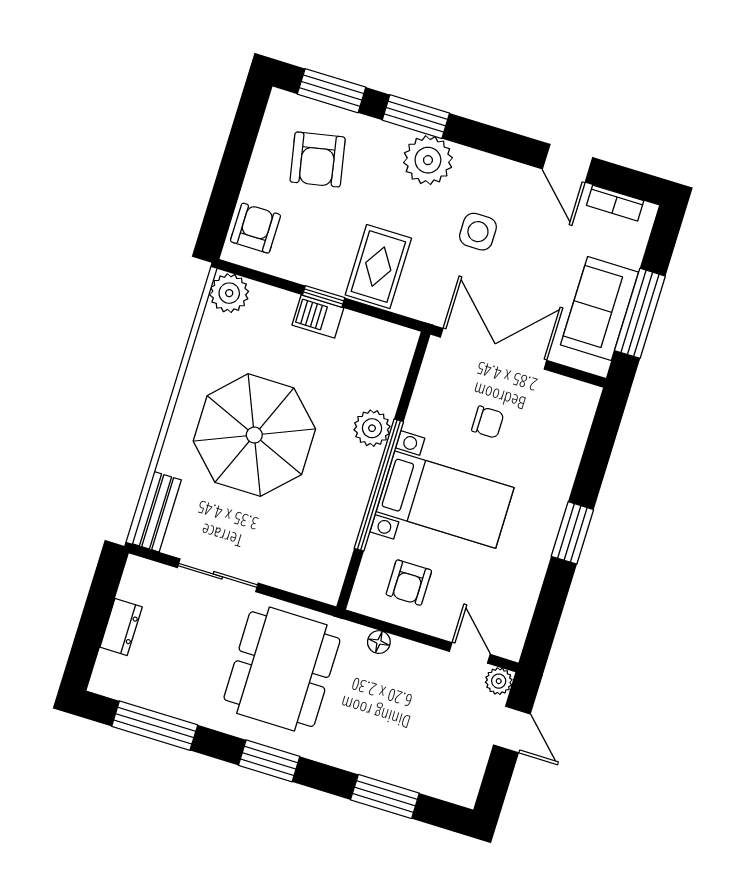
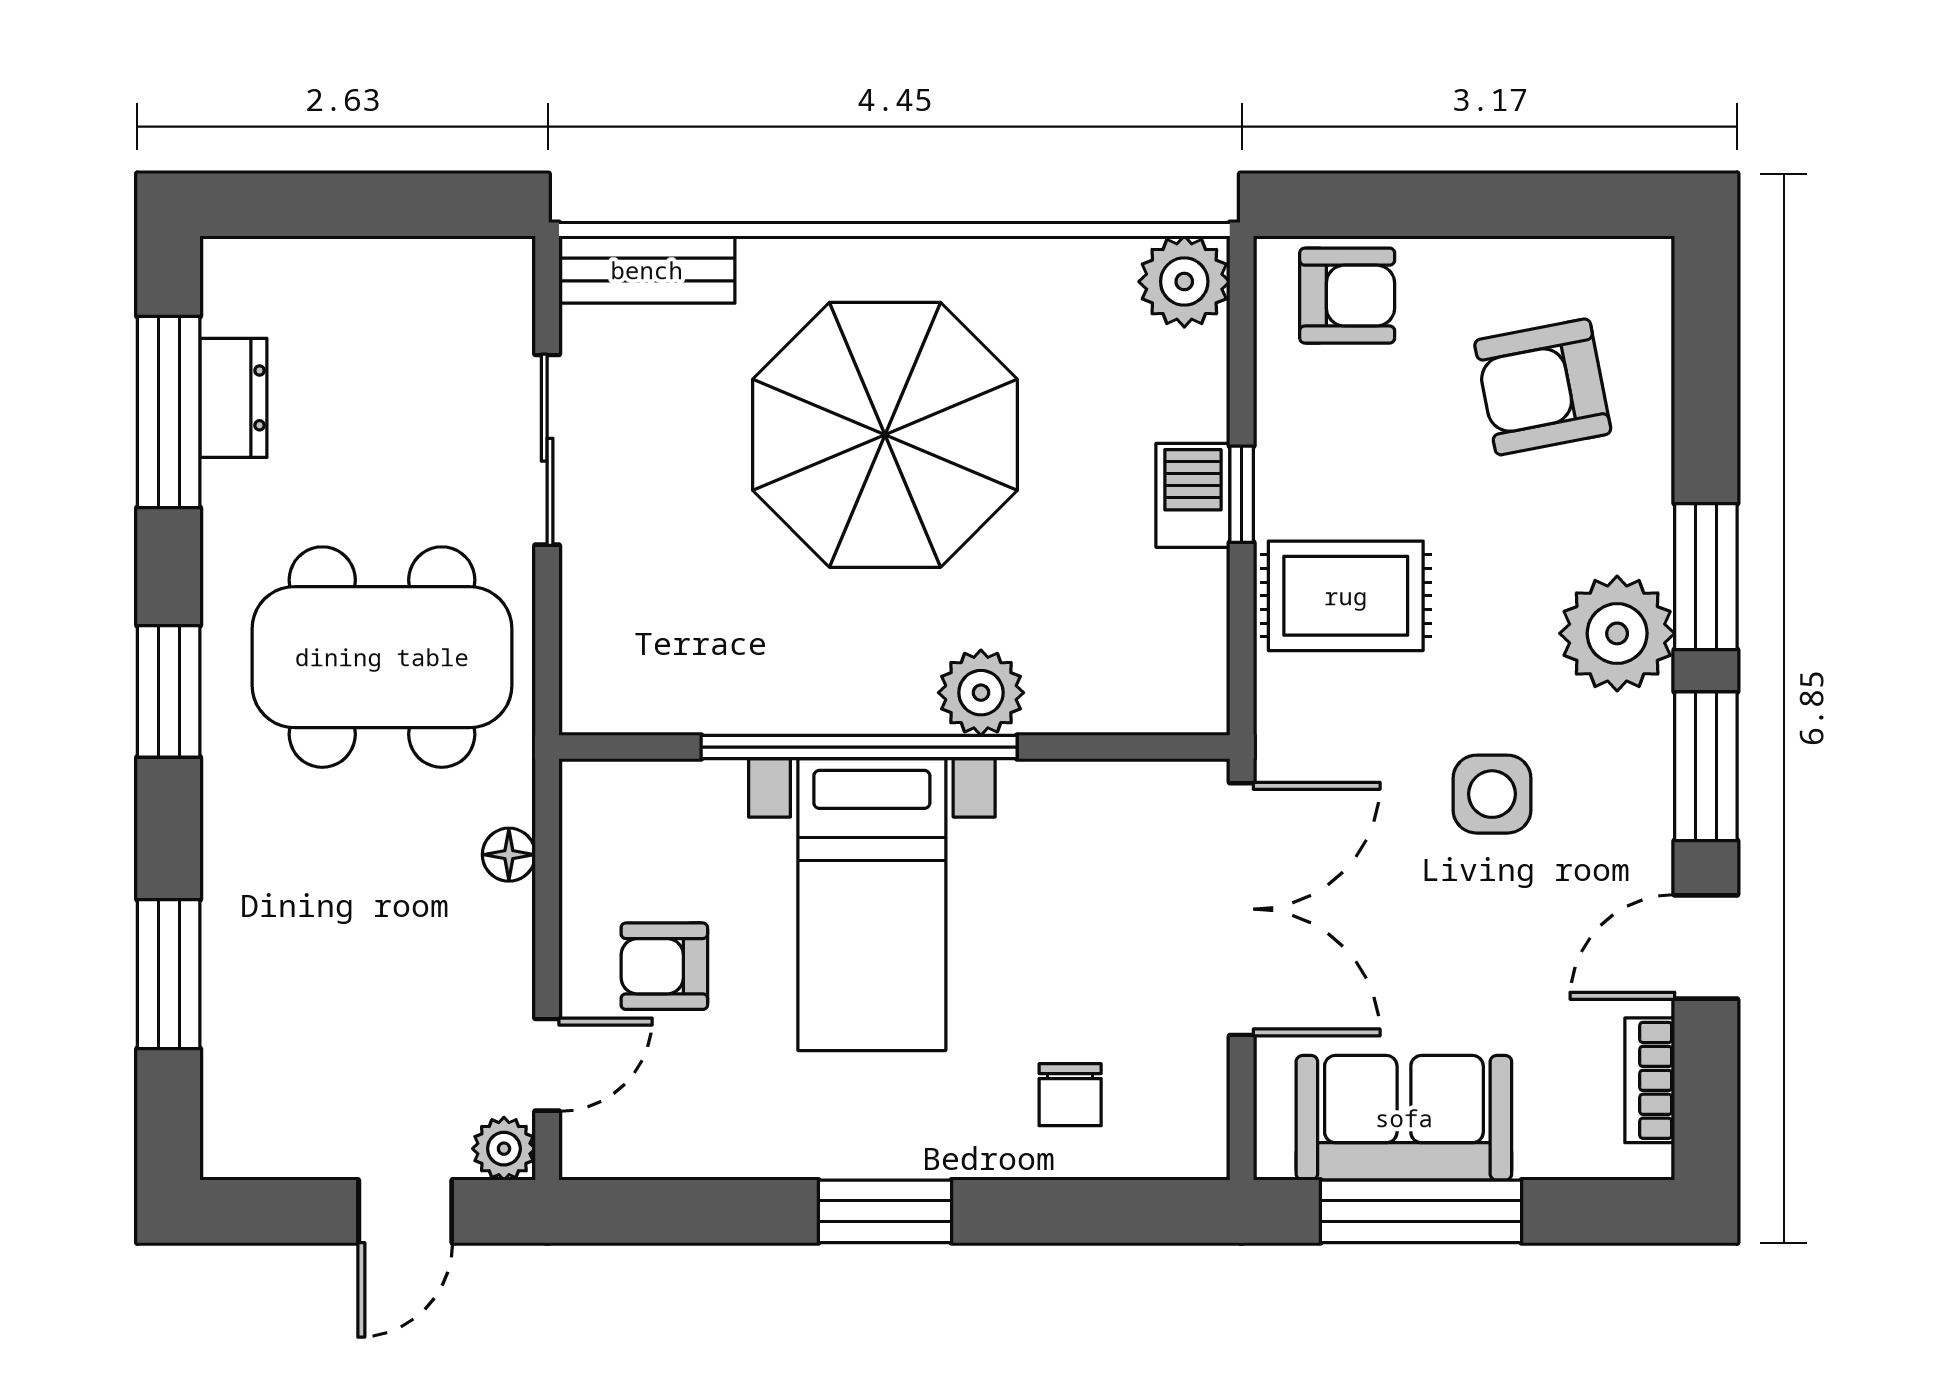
window: (332, 91) -> (1706, 766), moved
chair: (488, 422) -> (1070, 1095), moved
armchair: (409, 583) -> (664, 966), moved
dresser: (121, 627) -> (233, 398), moved, turned -90

